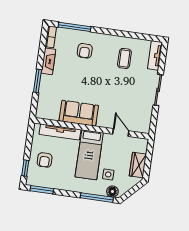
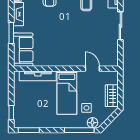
sofa: (79, 113) -> (23, 50), moved, turned 90
armchair: (45, 160) -> (28, 103), removed

